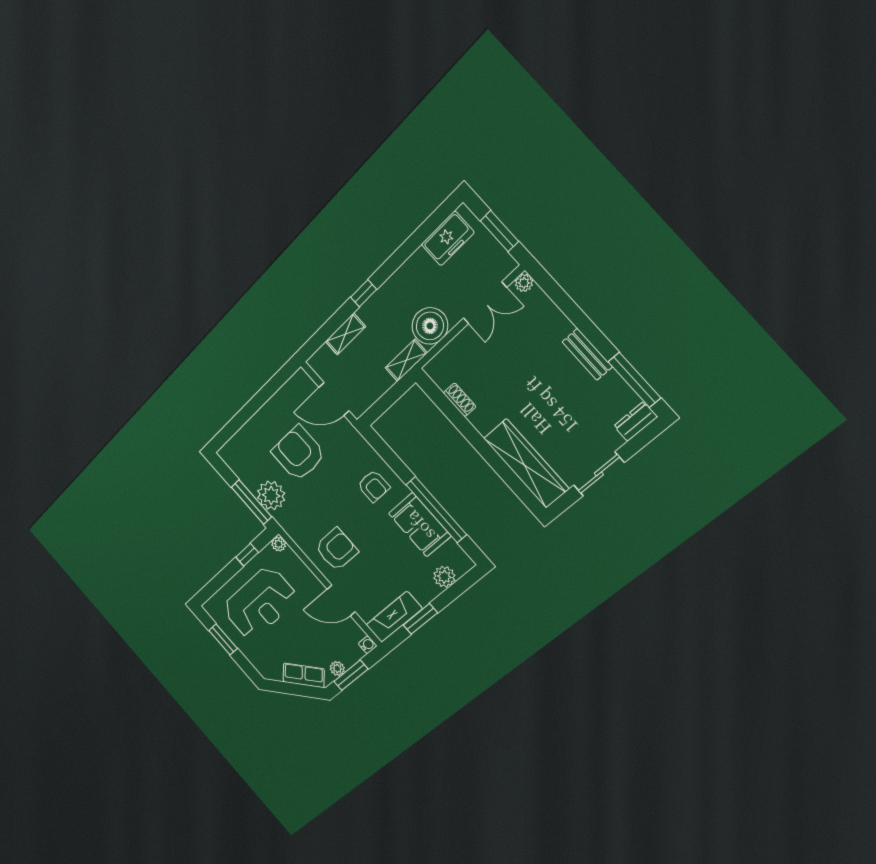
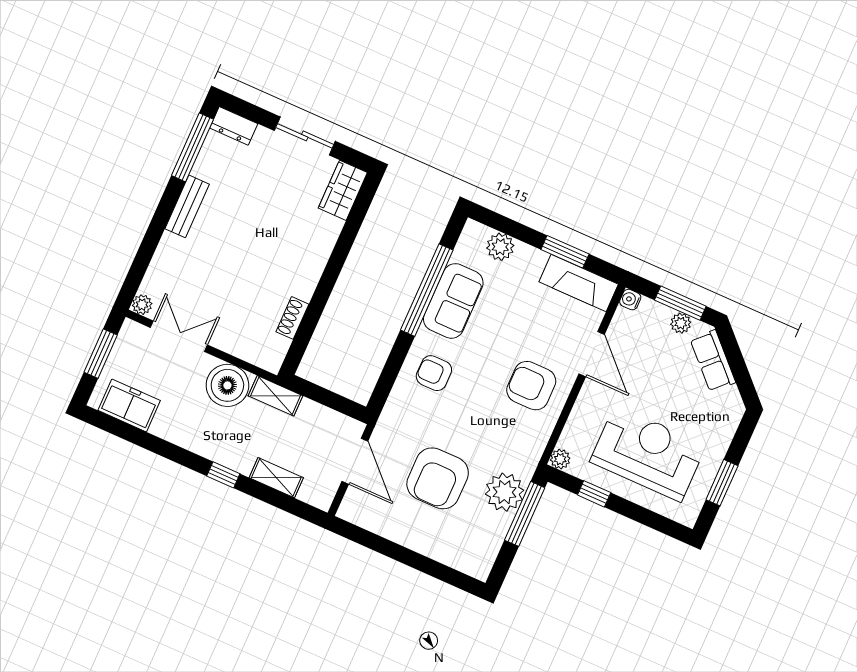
wardrobe: (526, 463) -> (343, 190), width x0.48, depth x0.85
armchair: (374, 486) -> (434, 373), turned -90

